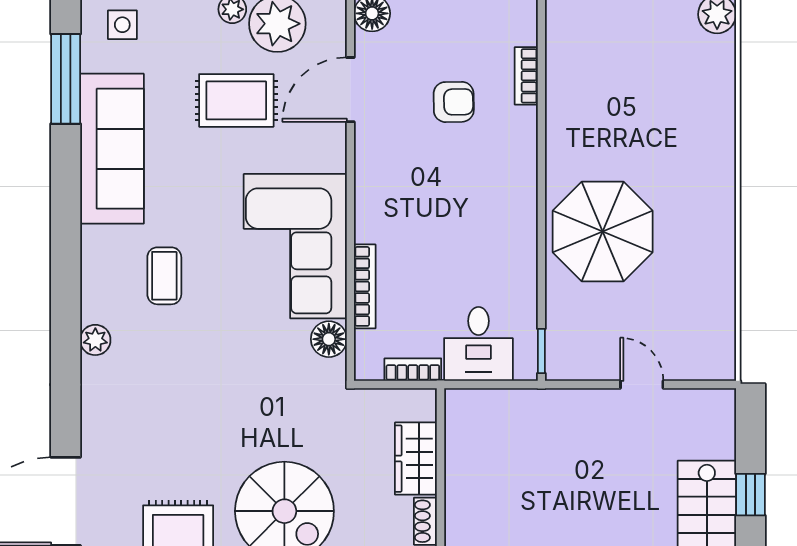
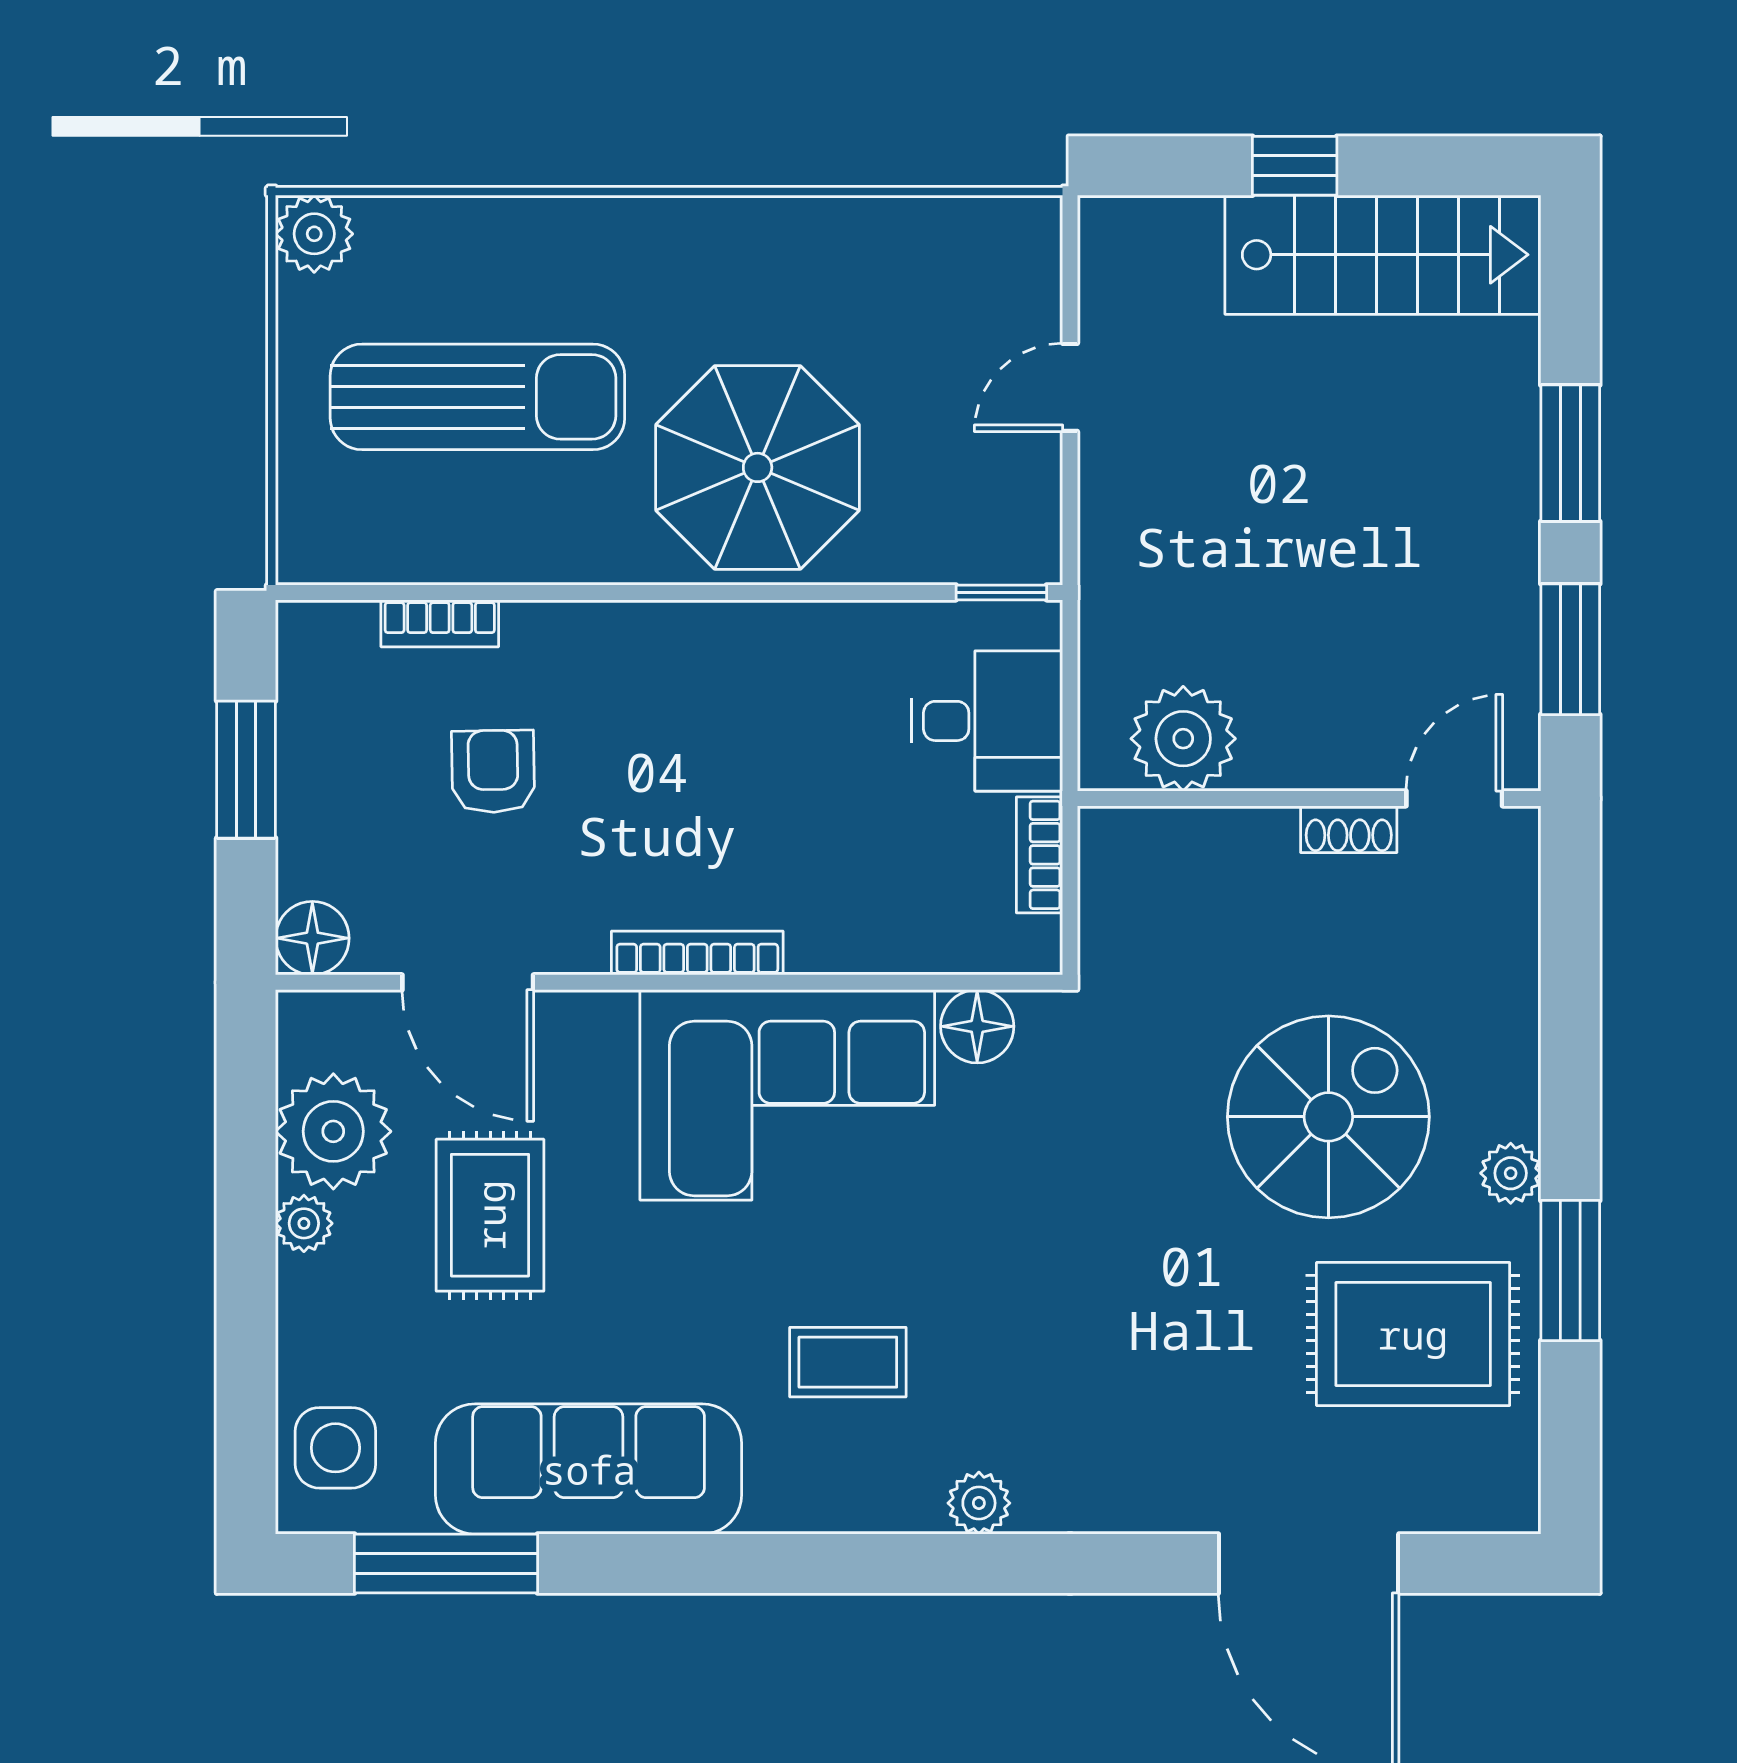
side table: (122, 25) -> (335, 1448), width x1.37, depth x1.37
sun lounger: (637, 94) -> (477, 397), added
bookcase: (365, 286) -> (697, 953), moved
plant: (470, 440) -> (1183, 739), added
wardrobe: (416, 459) -> (1221, 849), removed

